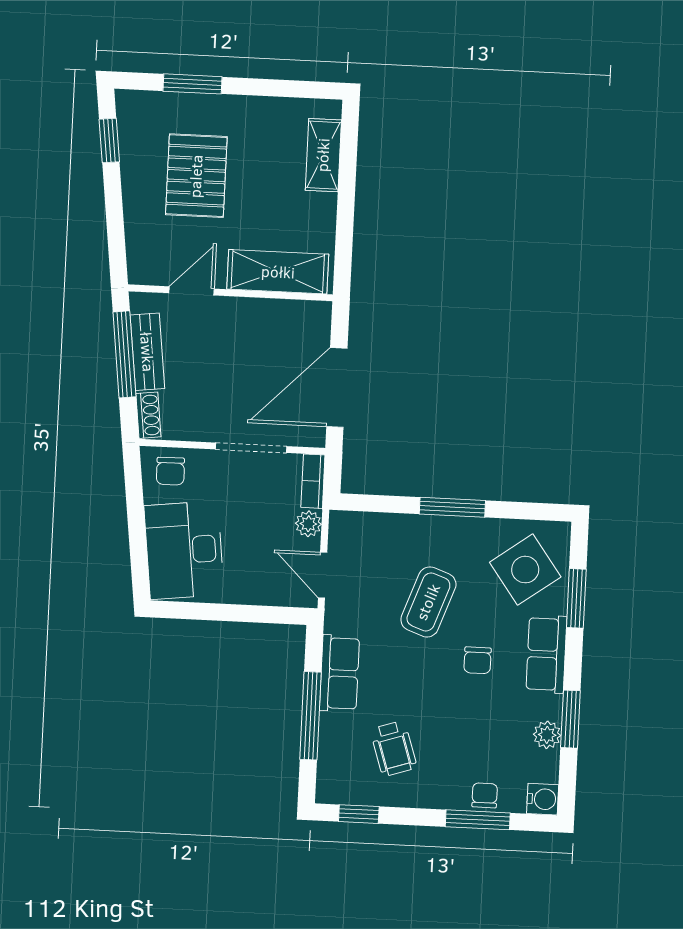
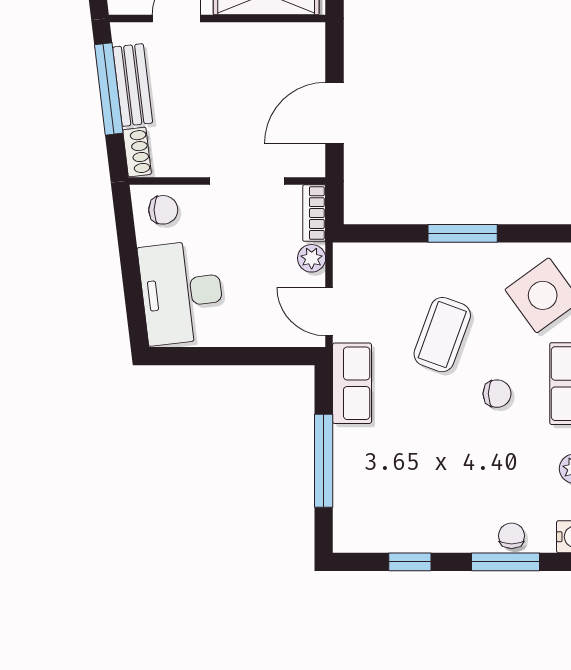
door: (337, 388) -> (335, 113), width x0.73
chair: (170, 471) -> (163, 210), turned -89
chair: (477, 660) -> (497, 394), turned -90
row of seats: (339, 673) -> (352, 383), moved
wheelchair: (394, 748) -> (413, 491), removed
window: (359, 814) -> (410, 562), moved

